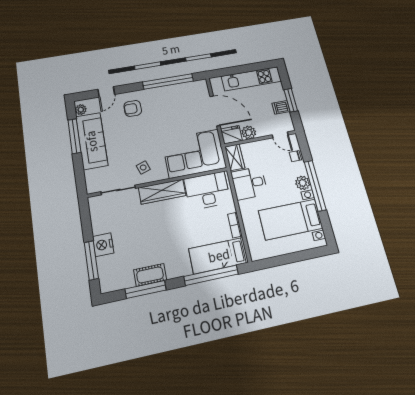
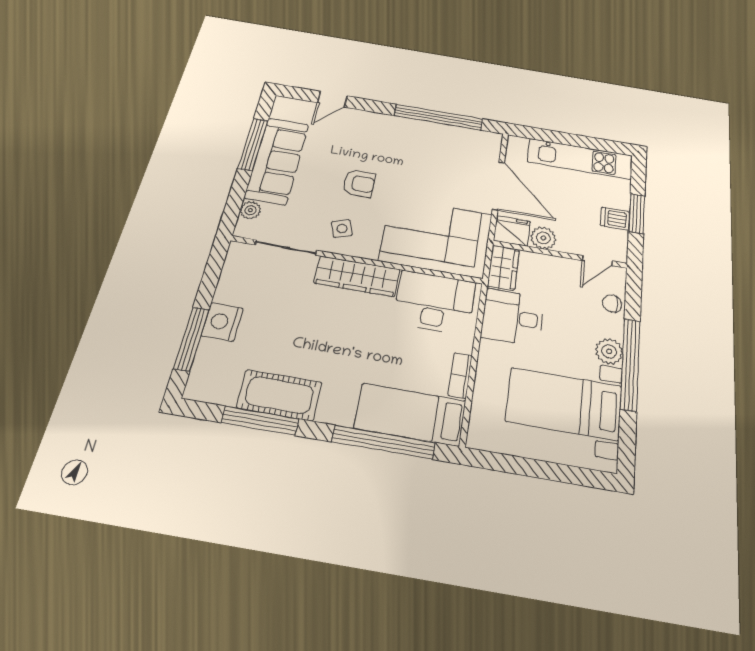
armchair: (133, 108) -> (359, 183), moved, turned 180
plant: (81, 110) -> (250, 210), moved
door: (280, 135) -> (597, 261), hinge flipped
cot: (150, 275) -> (279, 395), width x1.37, depth x1.34

